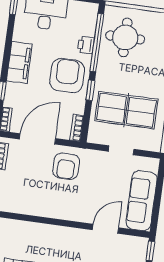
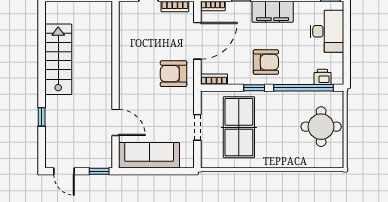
round table: (125, 37) -> (321, 127), moved
printer: (86, 45) -> (322, 77), moved
armchair: (67, 76) -> (266, 62), width x0.73, depth x0.73
door: (37, 139) -> (197, 41), hinge flipped

